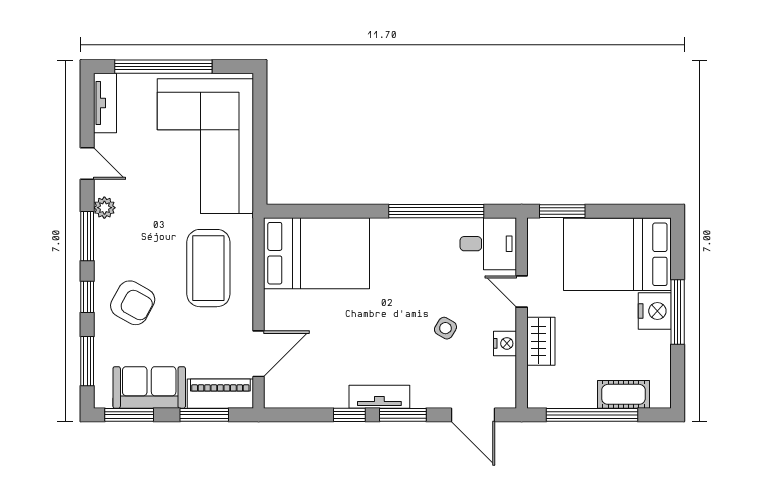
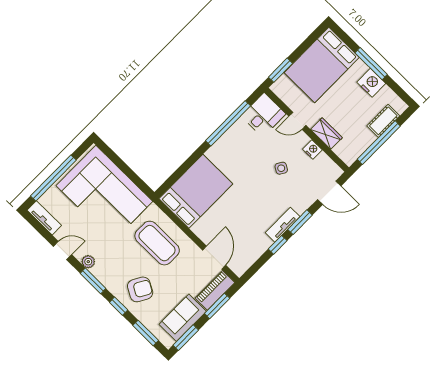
nightstand: (655, 311) -> (371, 83), moved

